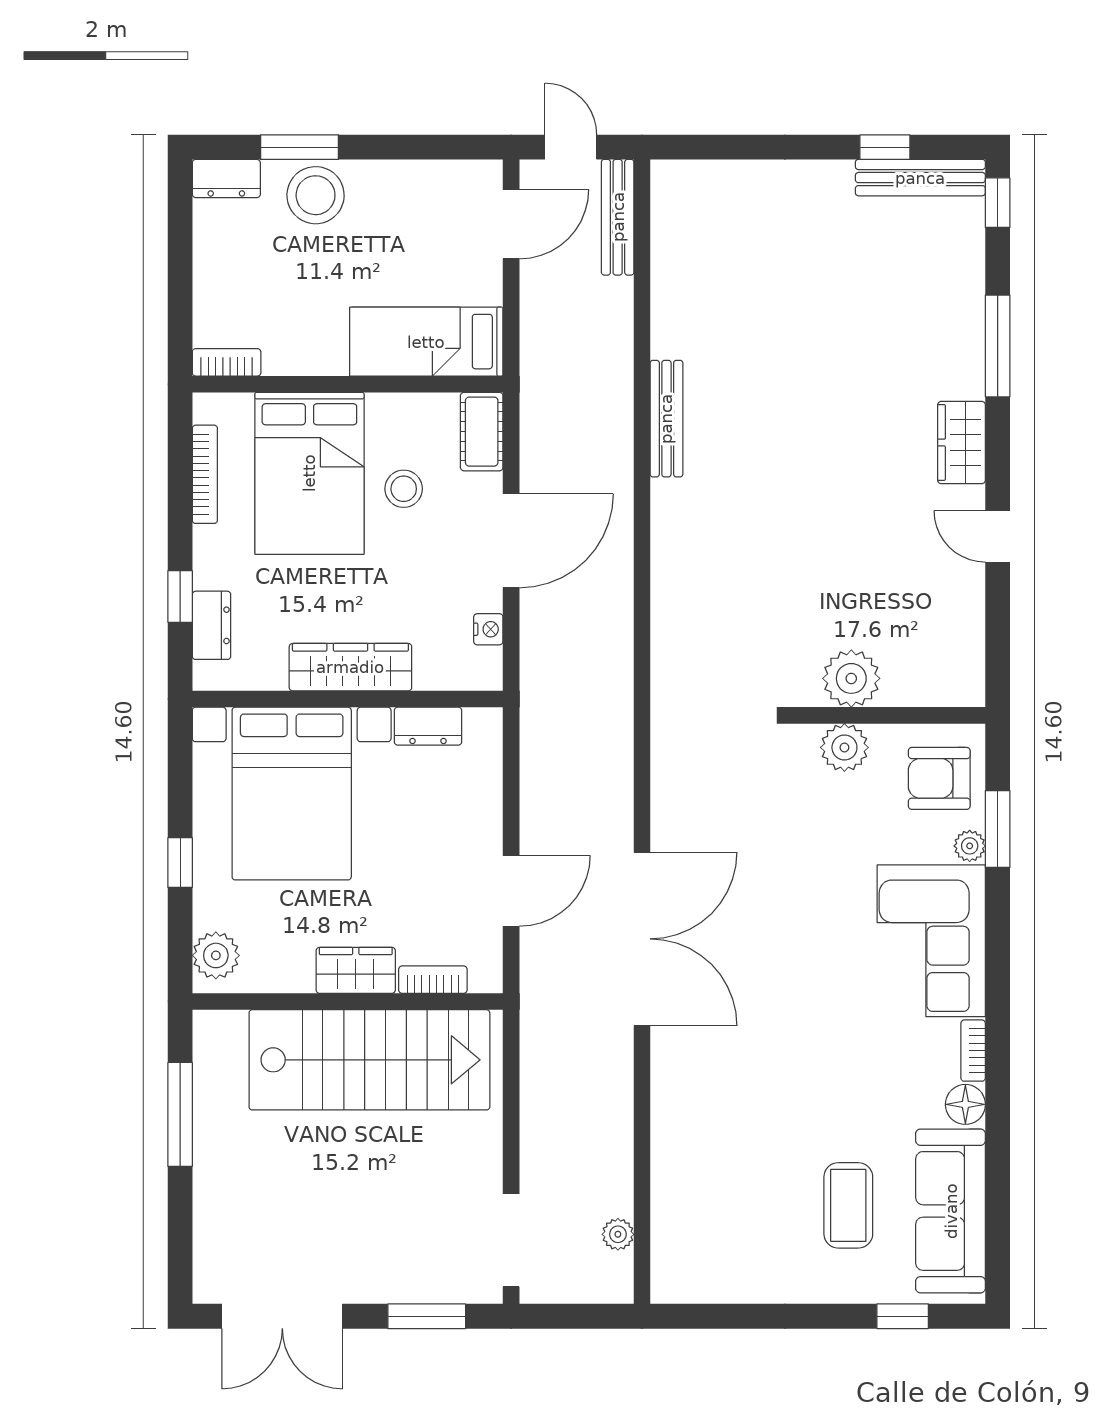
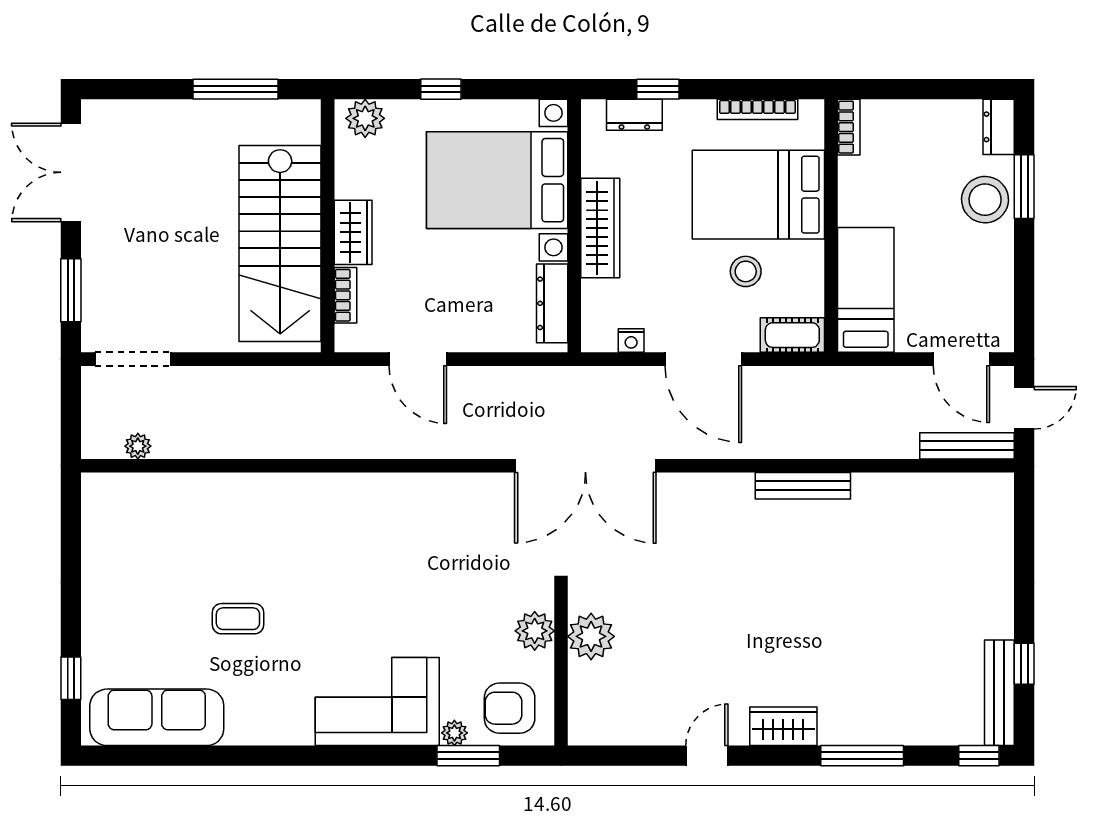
dresser: (428, 726) -> (552, 303), width x1.44
armchair: (939, 778) -> (510, 708), turned -90
double door: (642, 939) -> (585, 466), moved
bookcase: (973, 1051) -> (288, 736), removed
floor lamp: (965, 1104) -> (244, 729), removed
coffee table: (848, 1205) -> (238, 619), moved, width x0.73, depth x0.77

